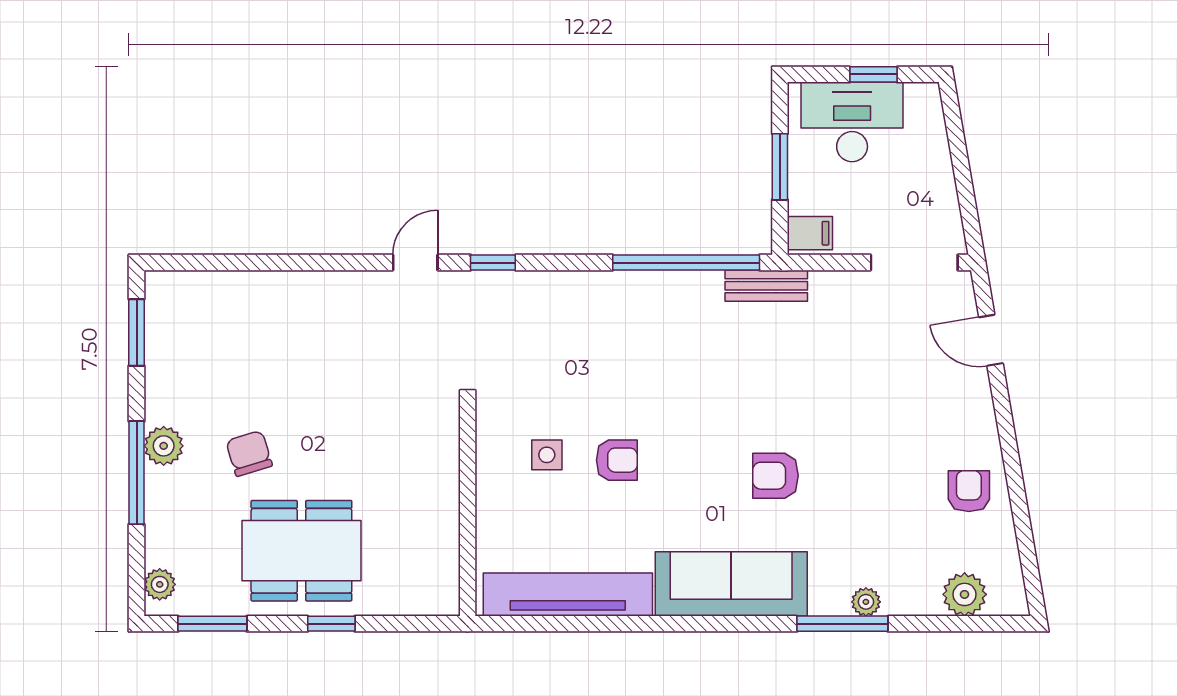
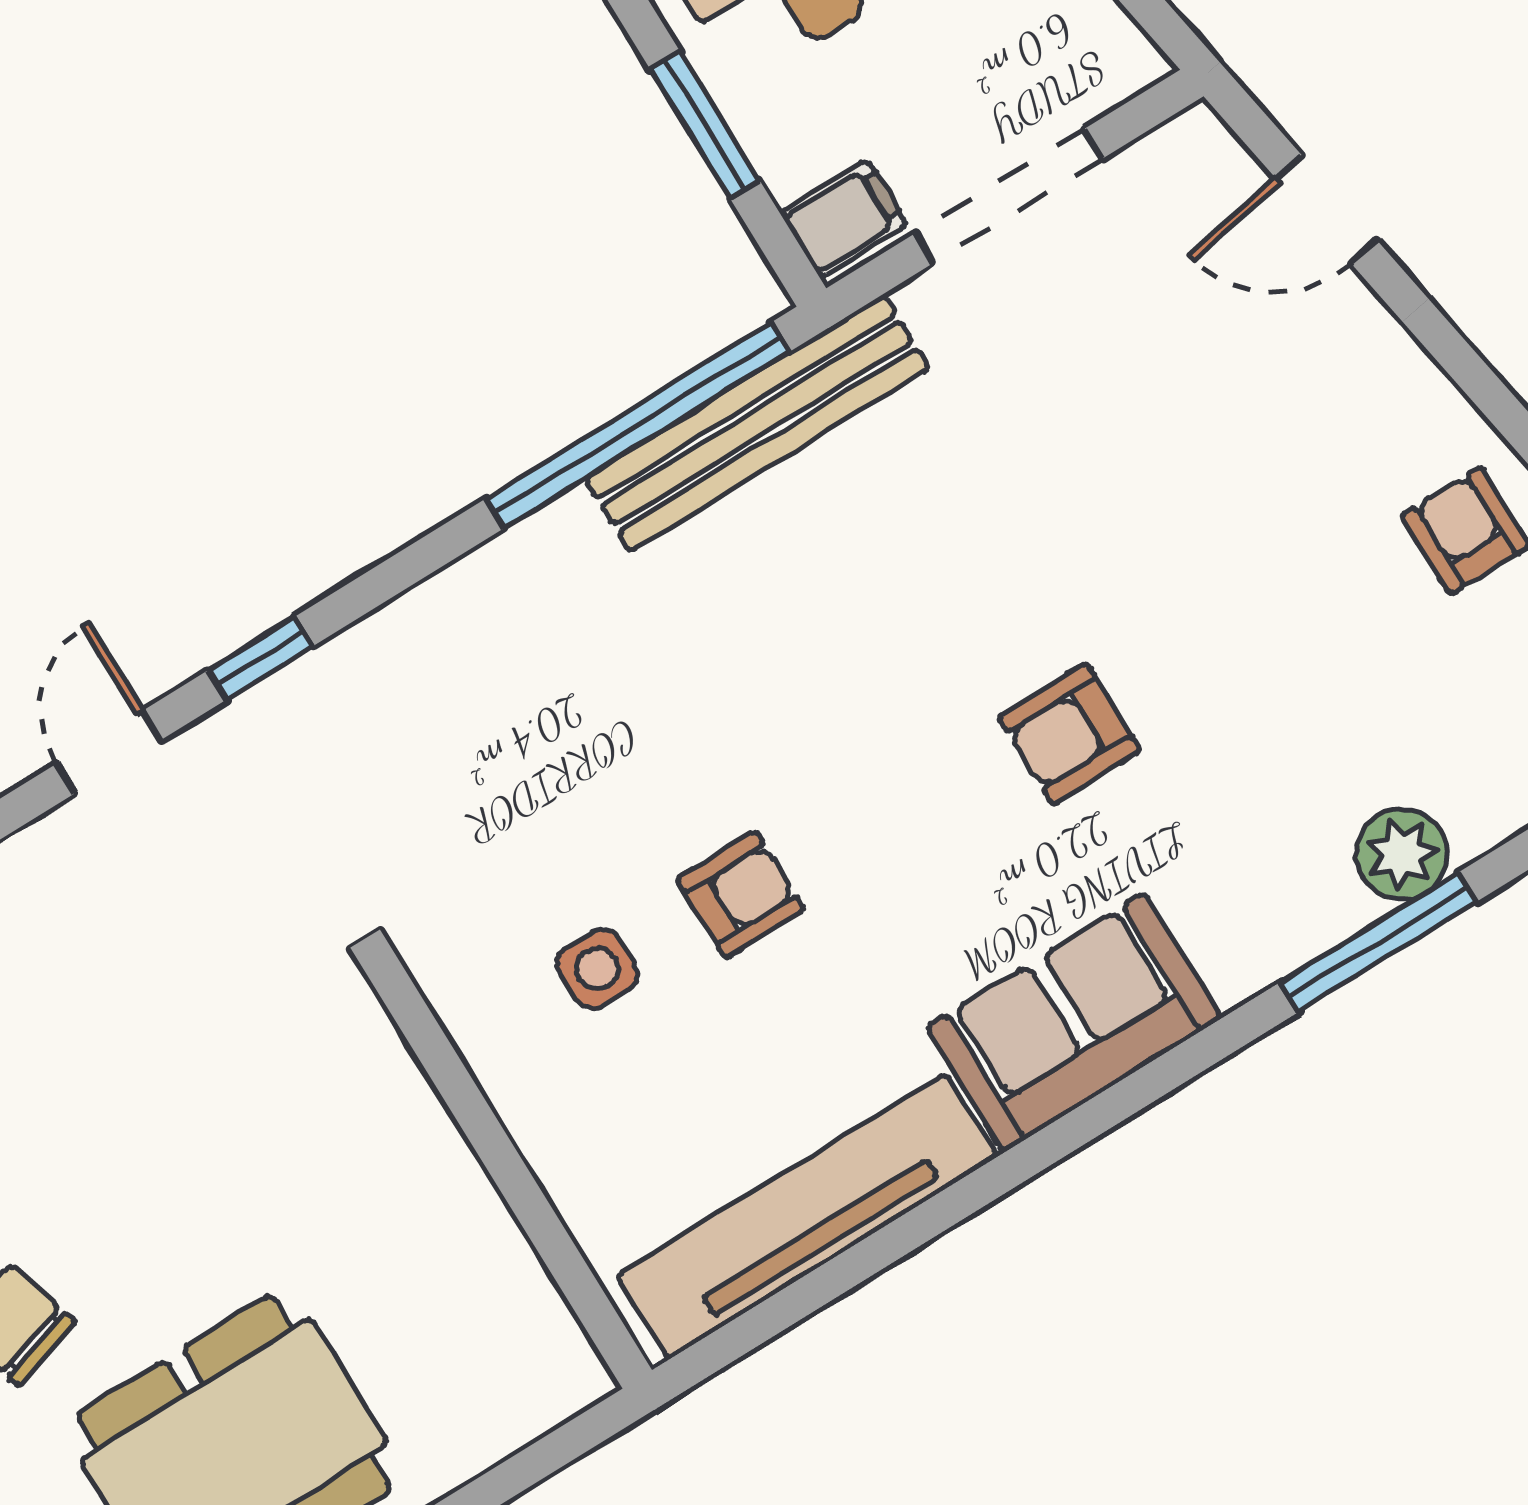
doorway: (914, 263) -> (1009, 196), moved
bench: (766, 286) -> (757, 423), width x1.86, depth x1.21
sofa: (731, 584) -> (1074, 1023), width x0.73
plant: (866, 602) -> (1402, 854), width x1.38, depth x1.38

